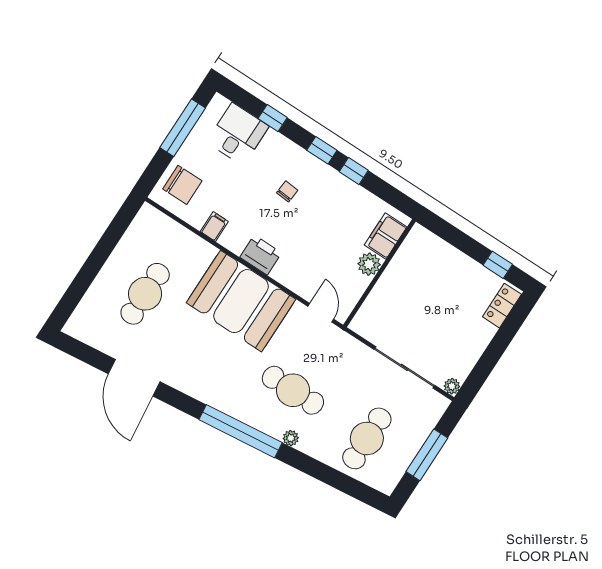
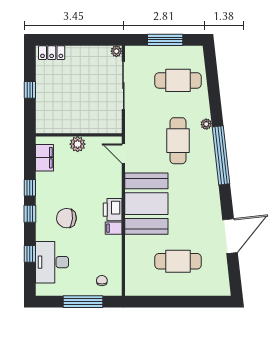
window: (183, 128) -> (83, 302), moved
desk: (238, 134) -> (52, 262), width x1.37
chair: (182, 185) -> (102, 281), width x0.54, depth x0.54
chair: (287, 191) -> (66, 218), width x1.87, depth x1.87
filing cabinet: (214, 227) -> (114, 228), moved
filing cabinet: (386, 236) -> (45, 158), moved, turned -90
window: (498, 265) -> (30, 90), moved
door: (321, 313) -> (123, 154), hinge flipped

